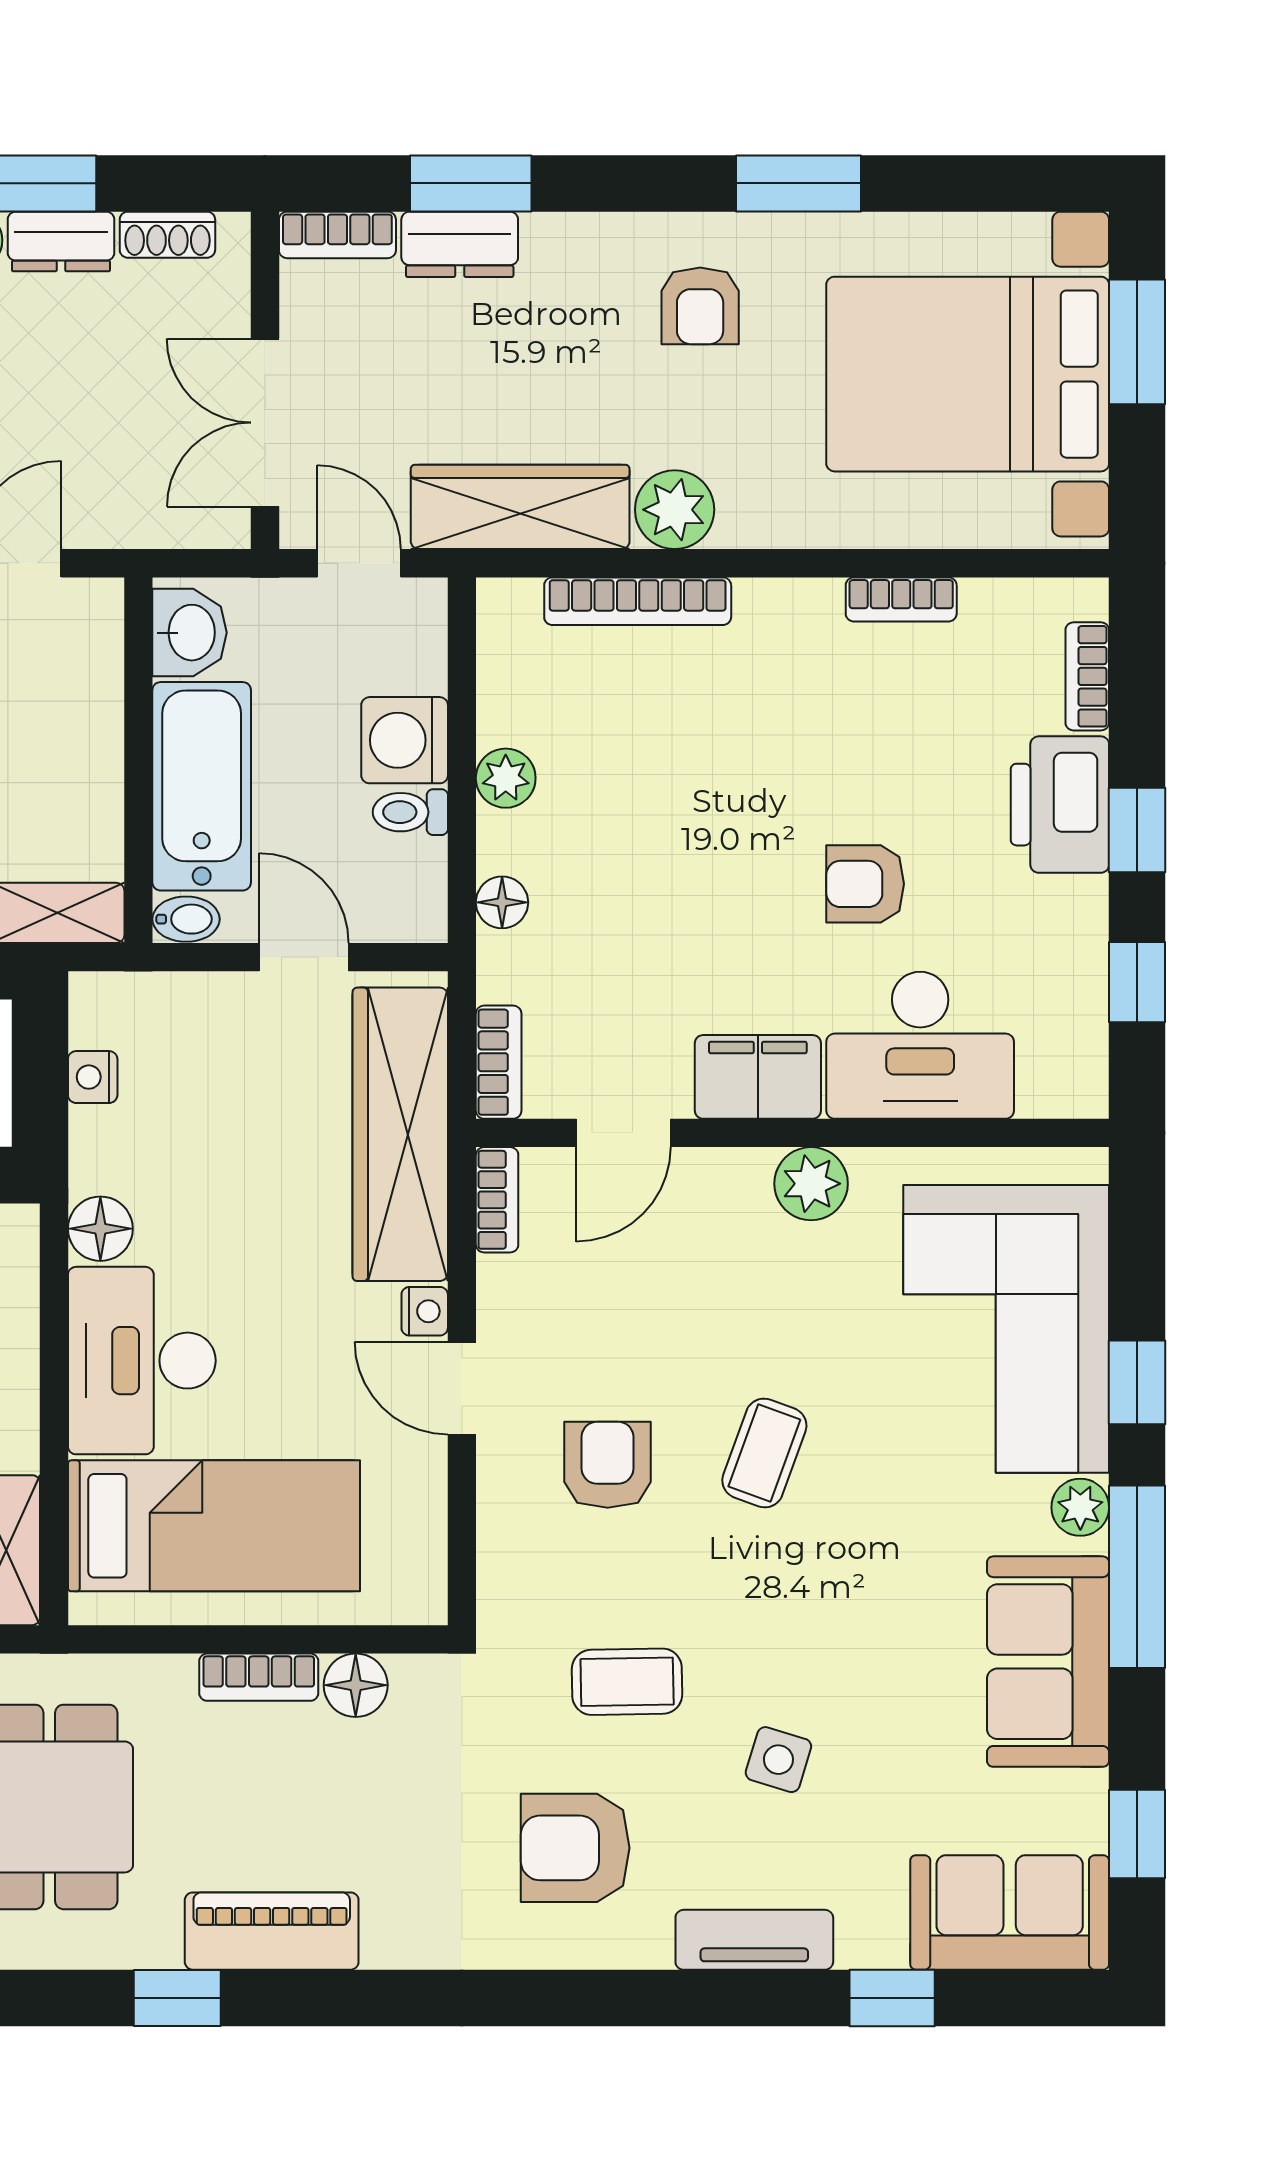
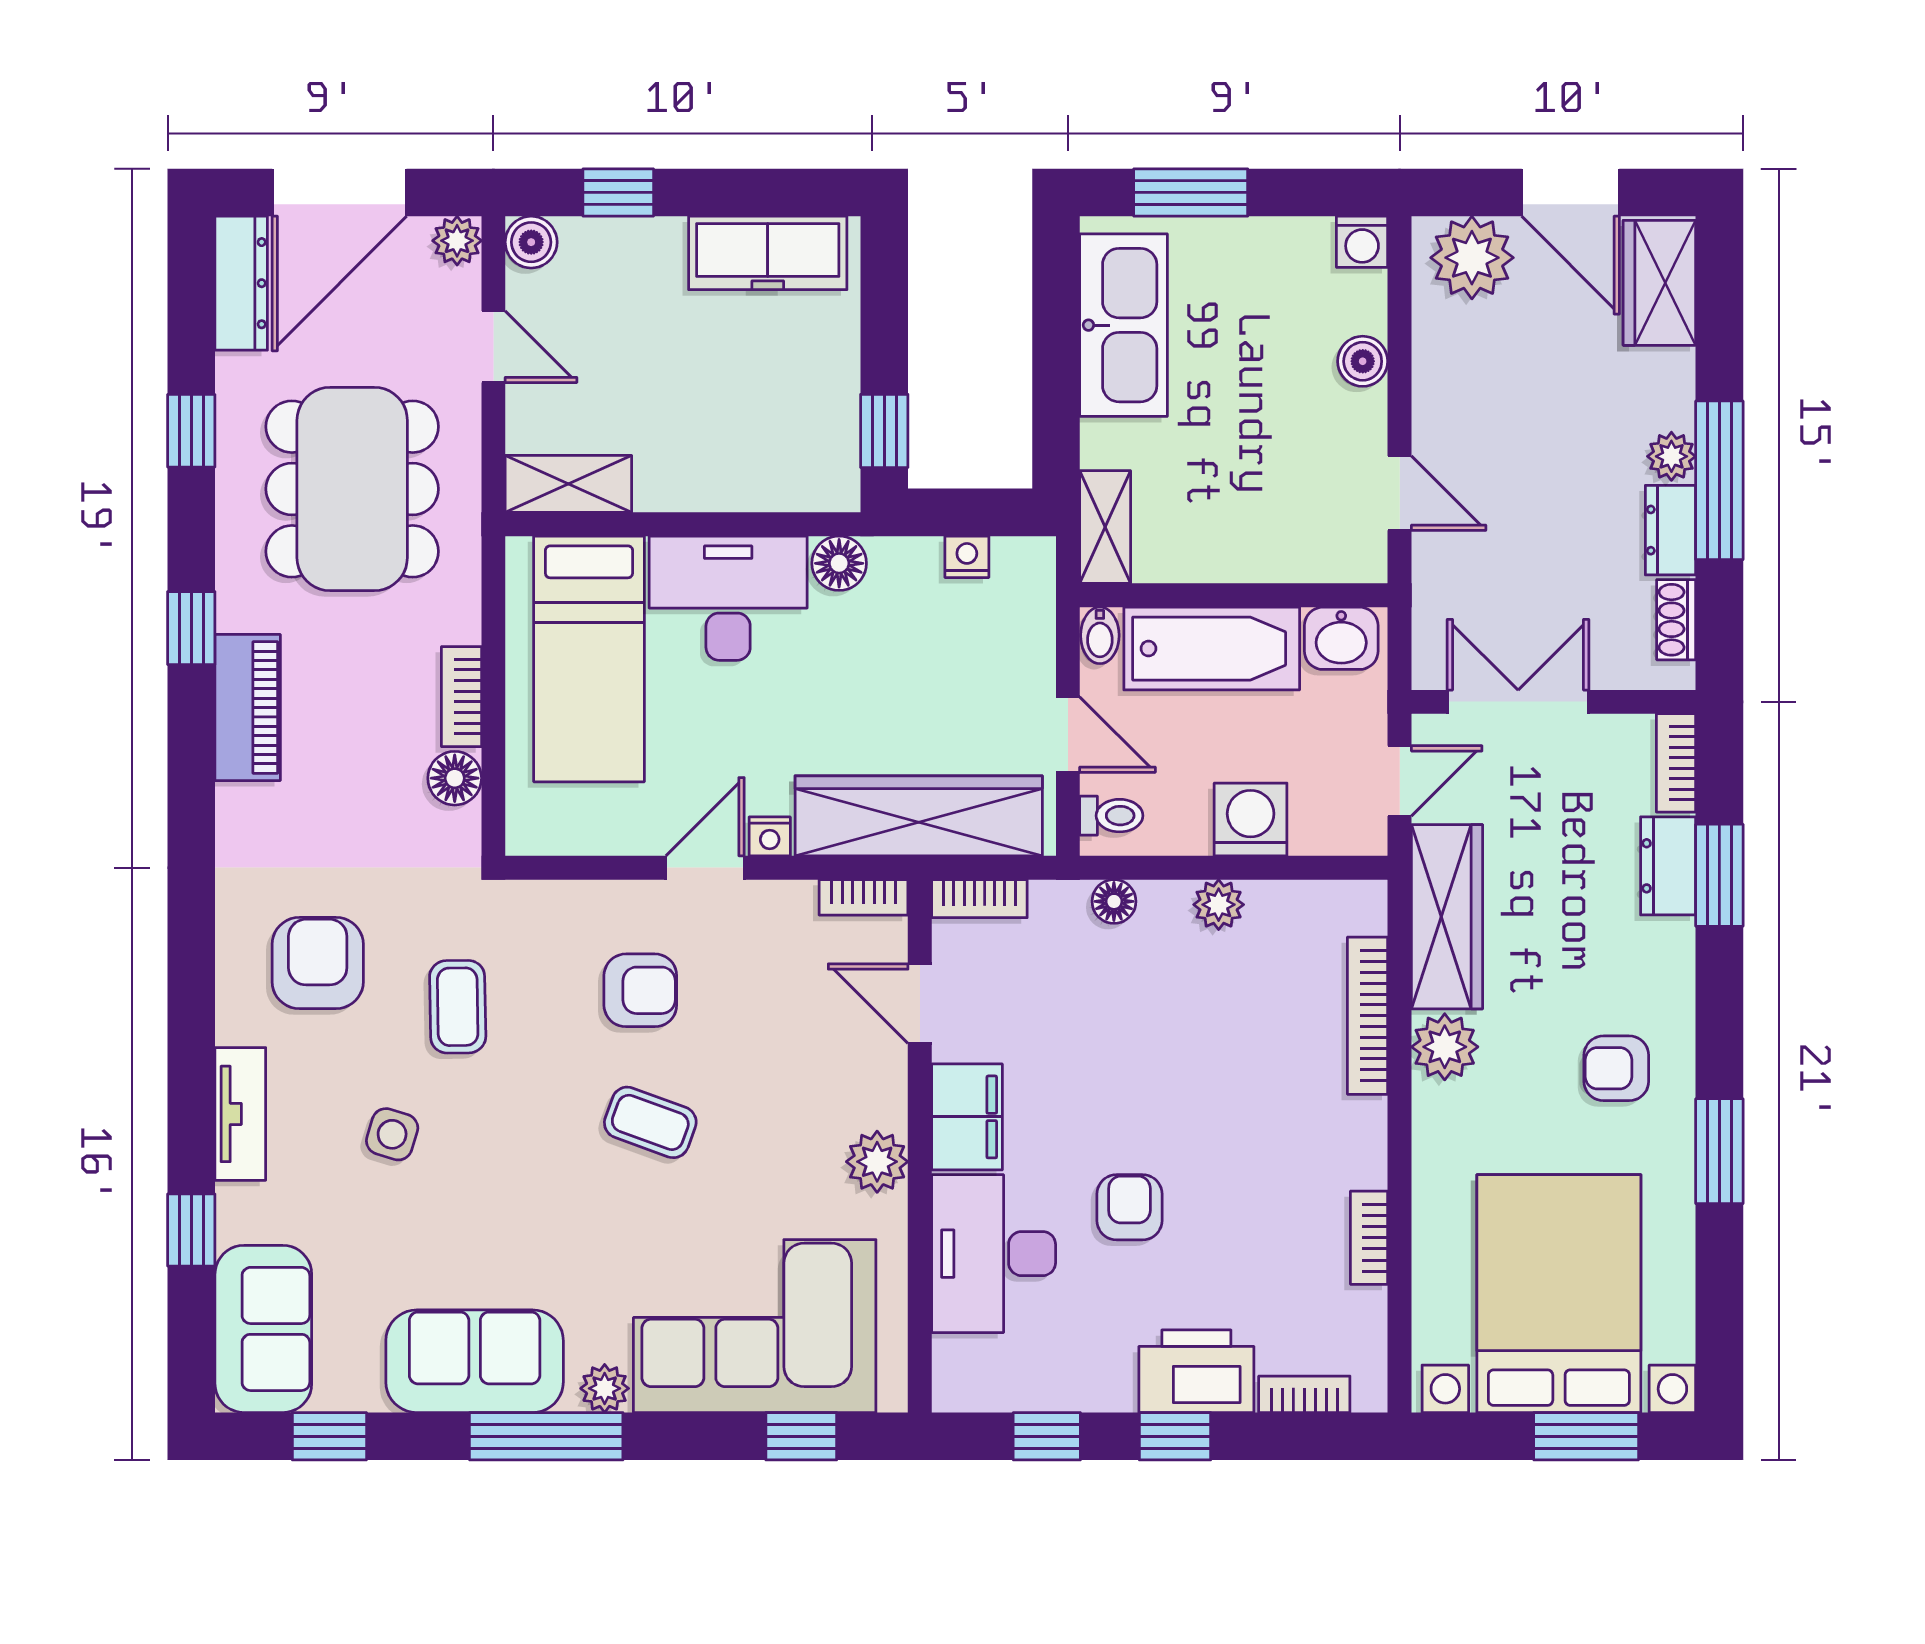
toilet: (410, 812) -> (1111, 816), moved, turned 90
door: (304, 957) -> (1068, 735), hinge flipped
window: (1137, 1382) -> (801, 1436), moved

